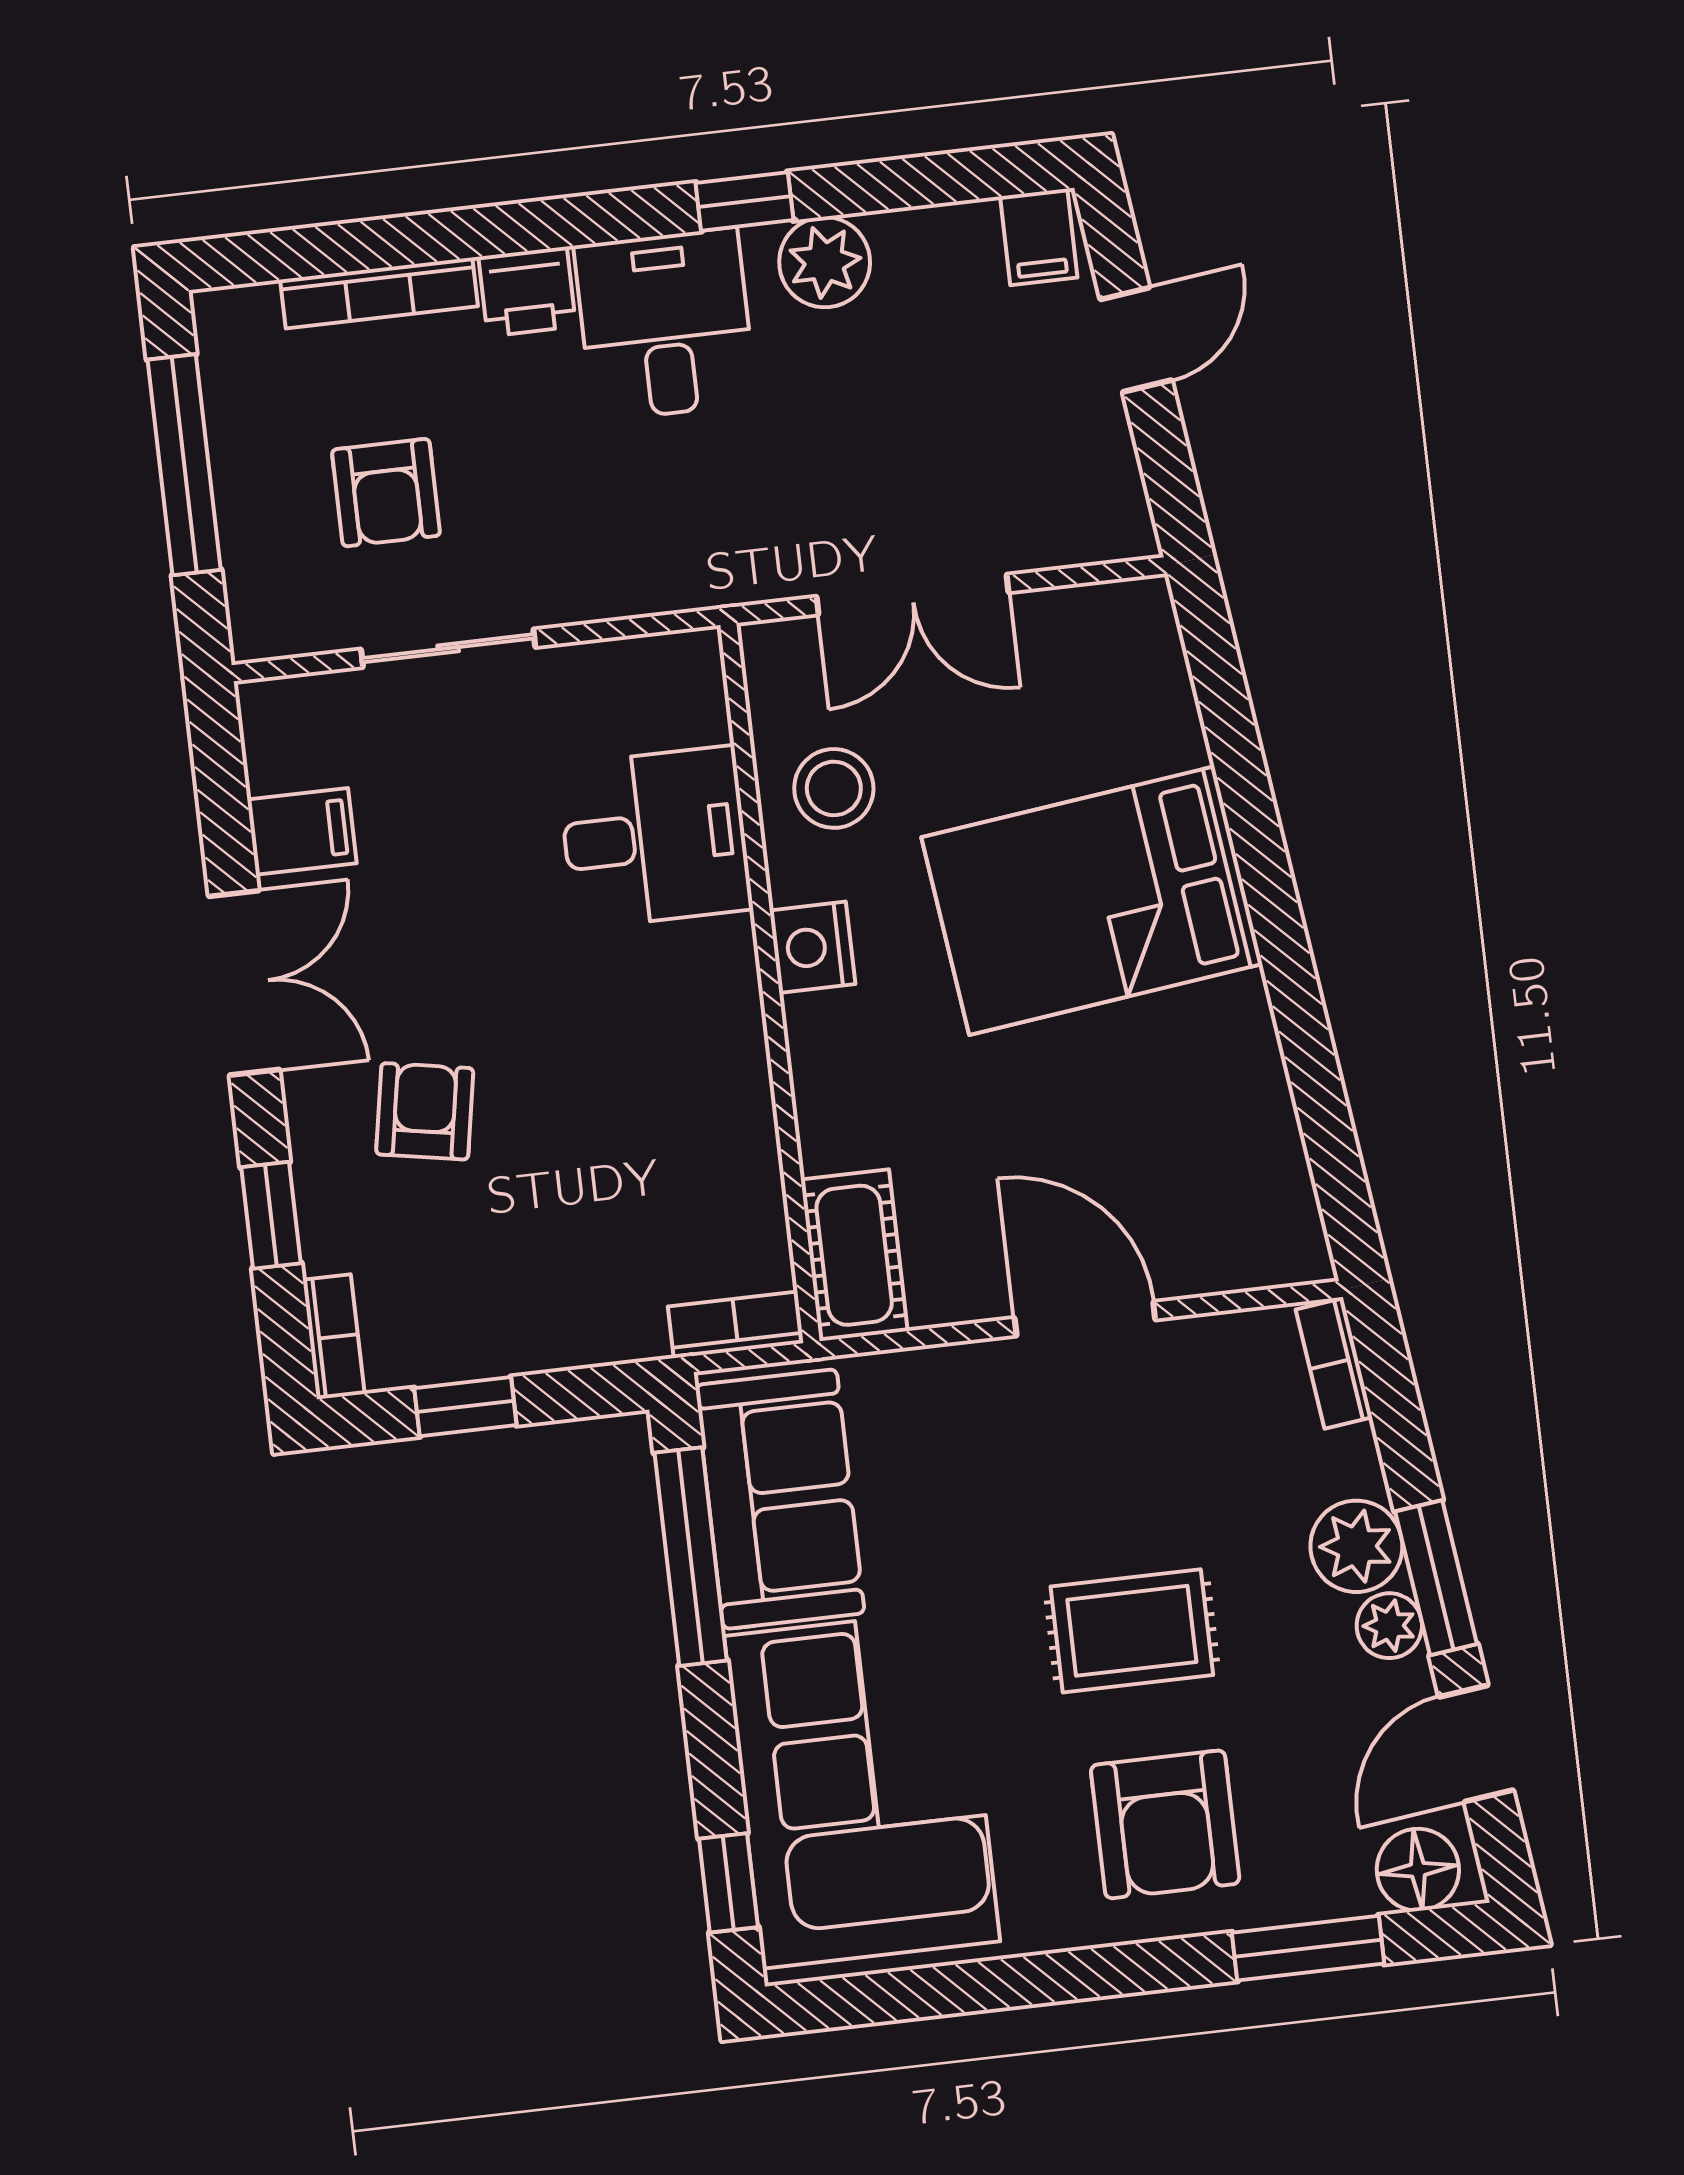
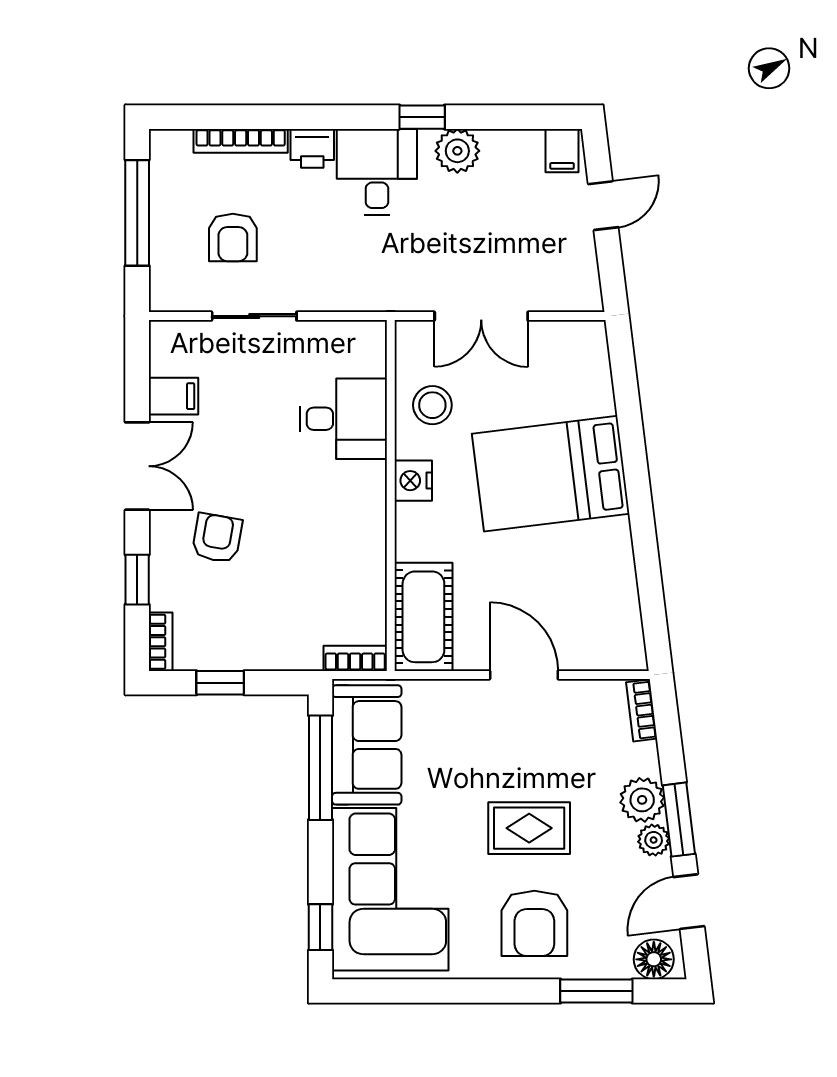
cot: (854, 1255) -> (423, 617), width x1.37, depth x1.34

